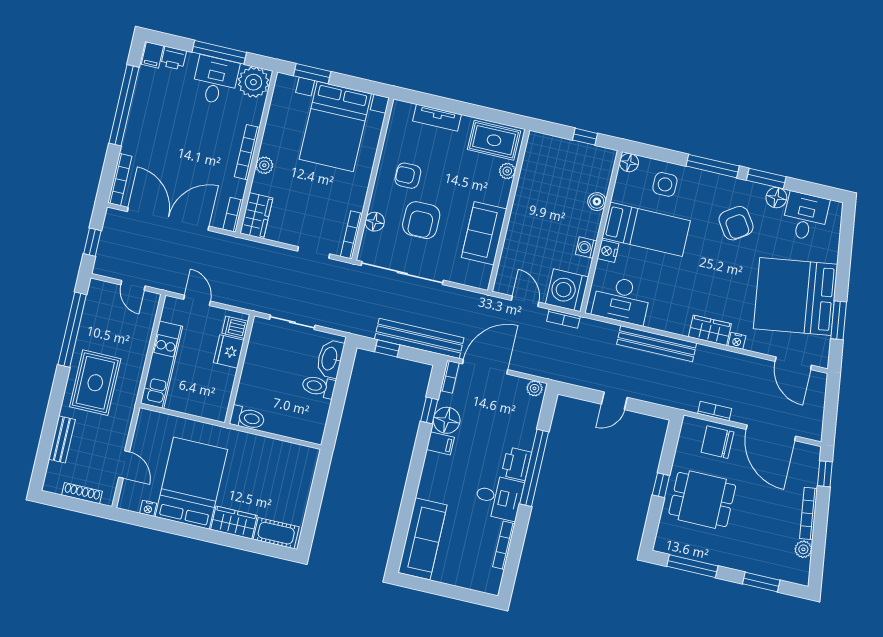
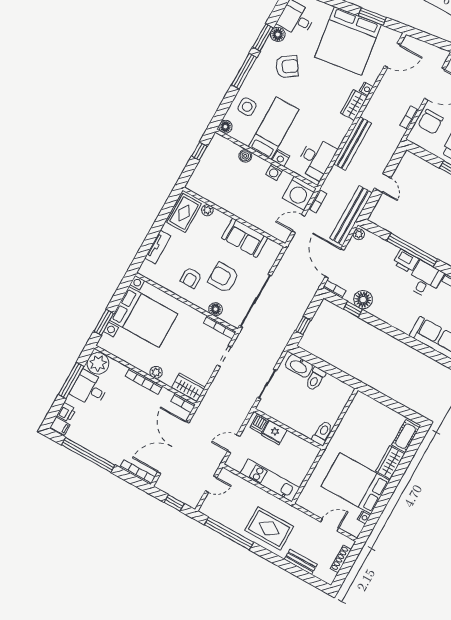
armchair: (421, 220) -> (224, 278), turned 180
bench: (419, 338) -> (351, 215), moved
filing cabinet: (440, 443) -> (377, 308), removed

